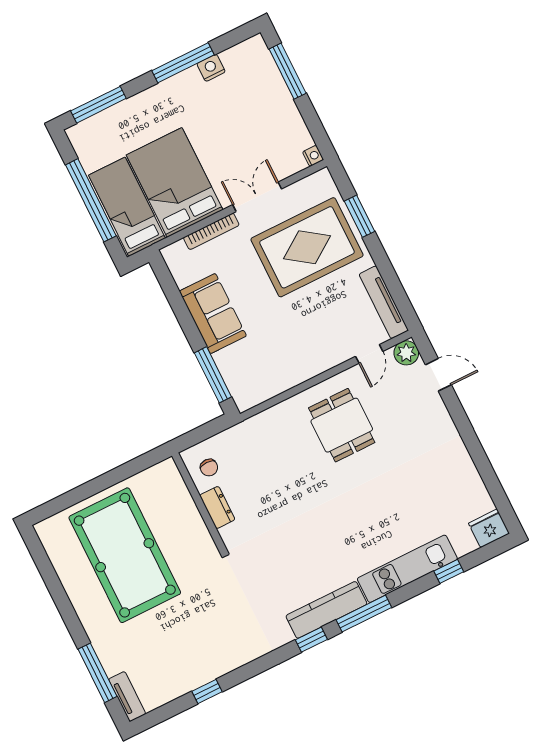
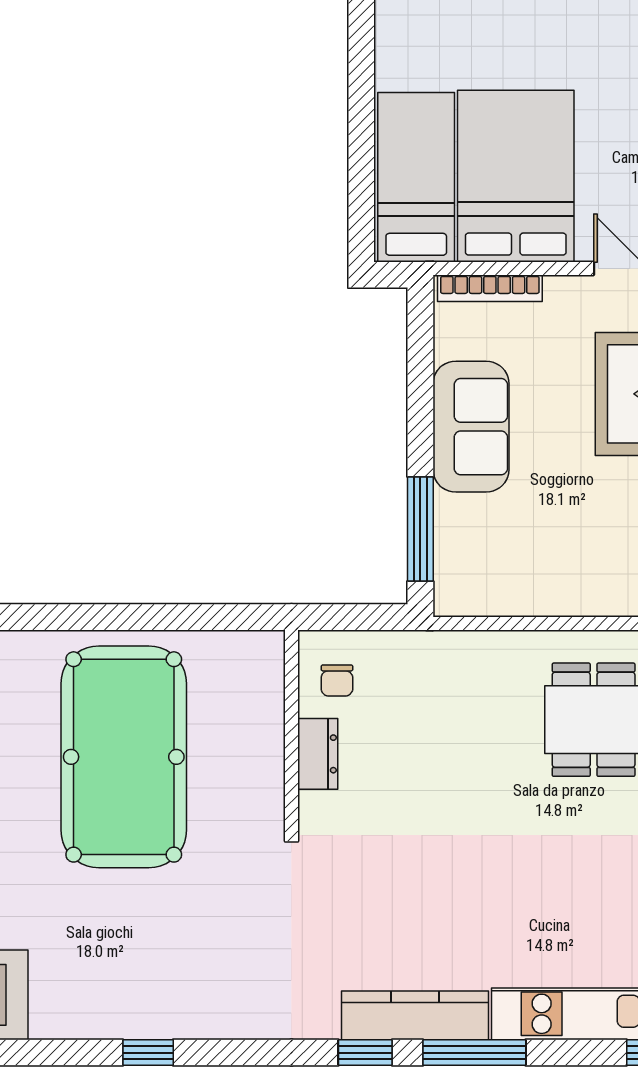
window: (91, 200) -> (361, 136), removed
bookcase: (211, 231) -> (490, 288), moved

